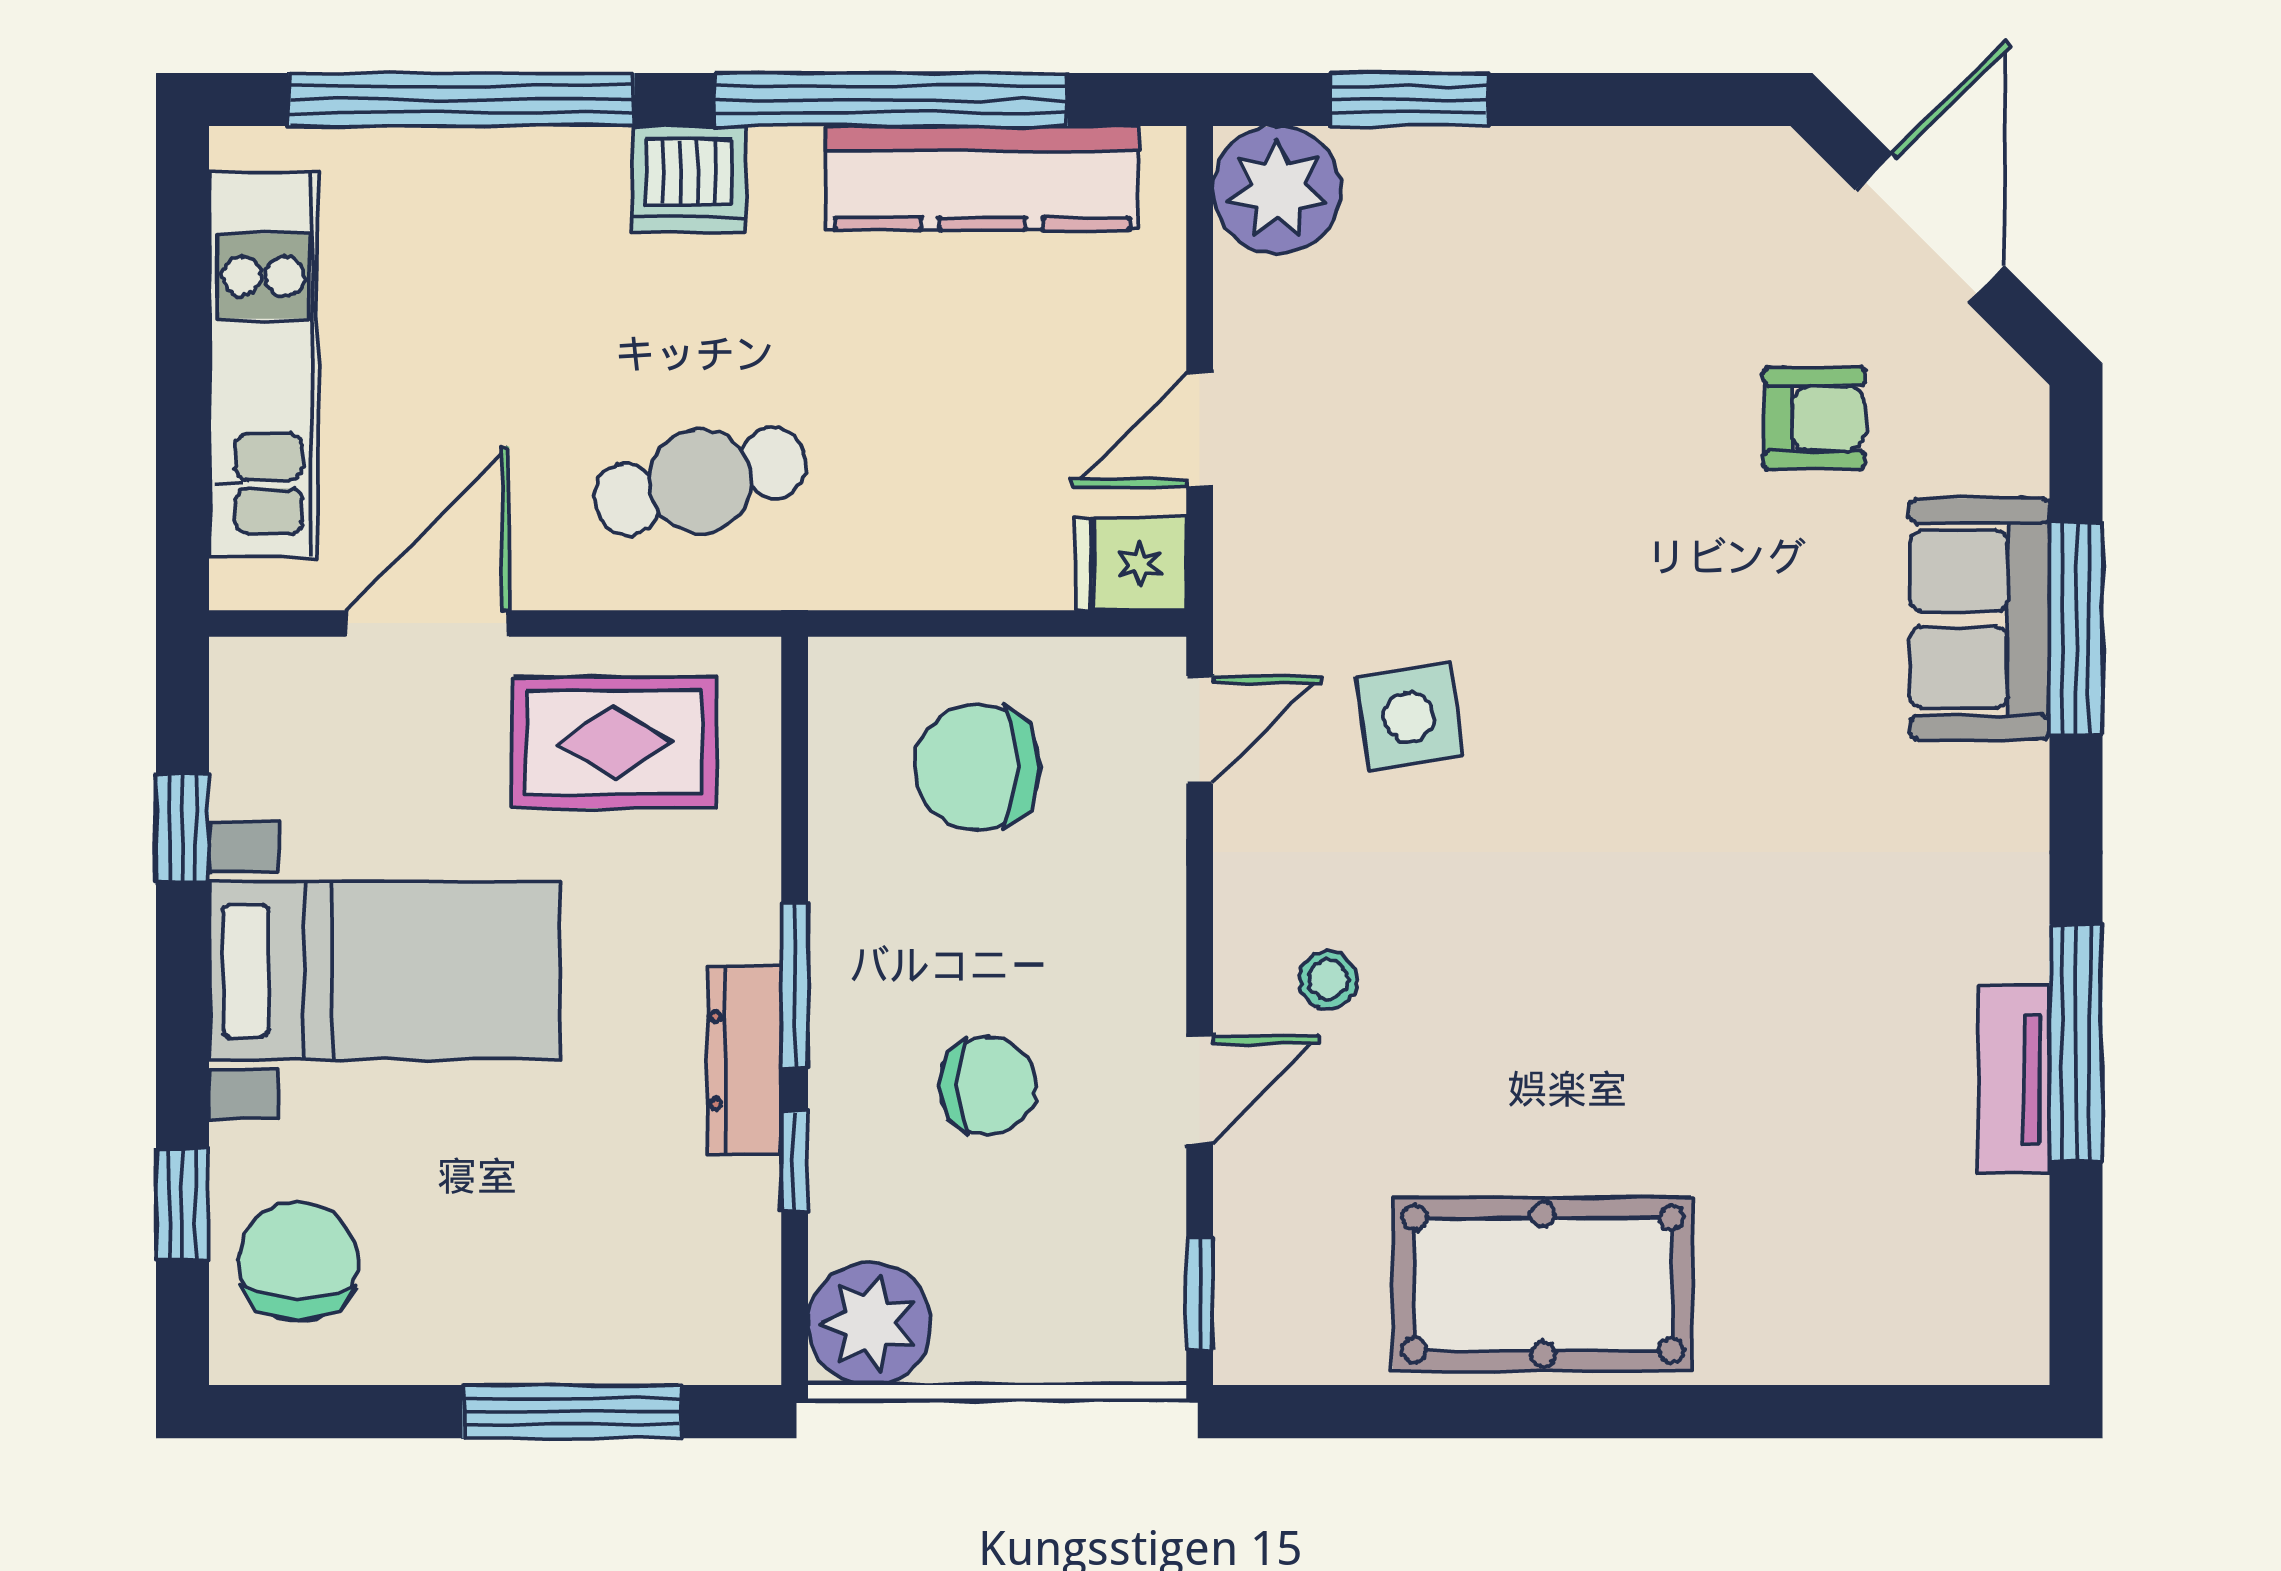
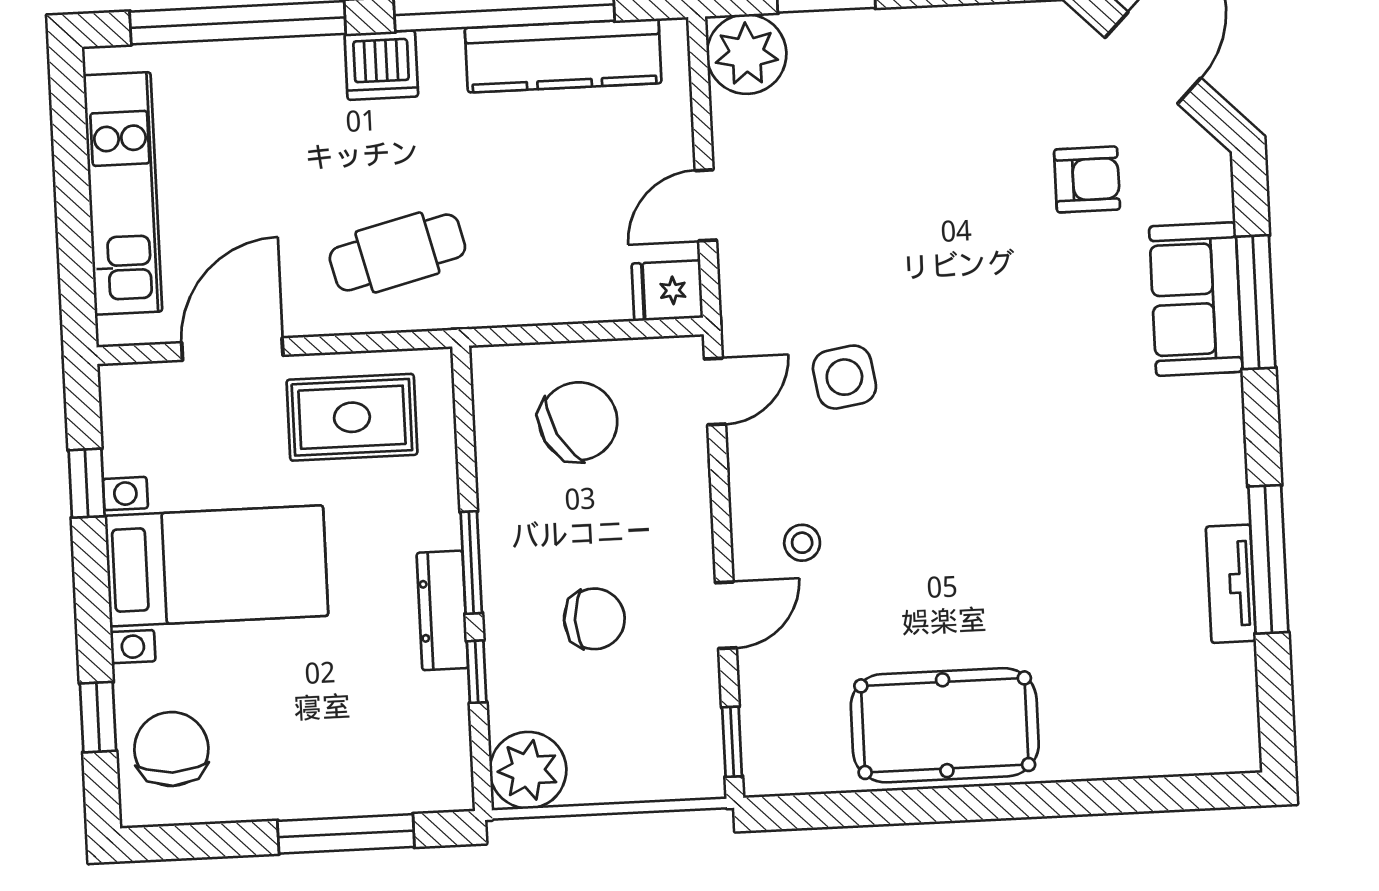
chair: (978, 767) -> (578, 421), turned 152

